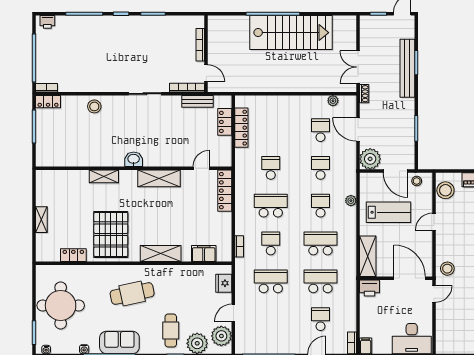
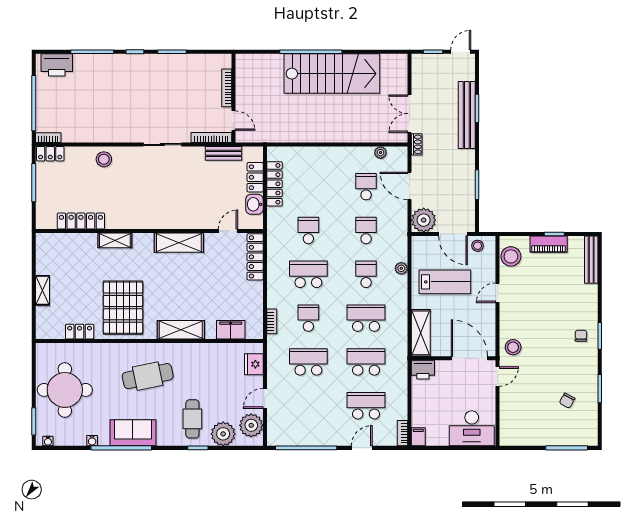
printer: (47, 22) -> (57, 65), width x1.87, depth x1.48
washbasin: (134, 159) -> (254, 204), moved, turned -90
locker: (74, 160) -> (81, 221), added
school desk: (320, 319) -> (366, 406), width x1.85

